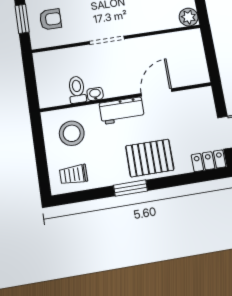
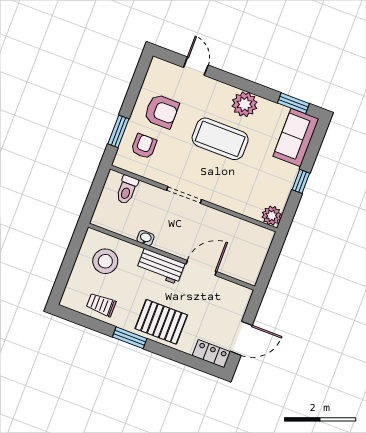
armchair: (50, 19) -> (144, 146), turned -90
toilet: (77, 90) -> (127, 190), moved, turned 180
trolley: (74, 175) -> (101, 305), moved

